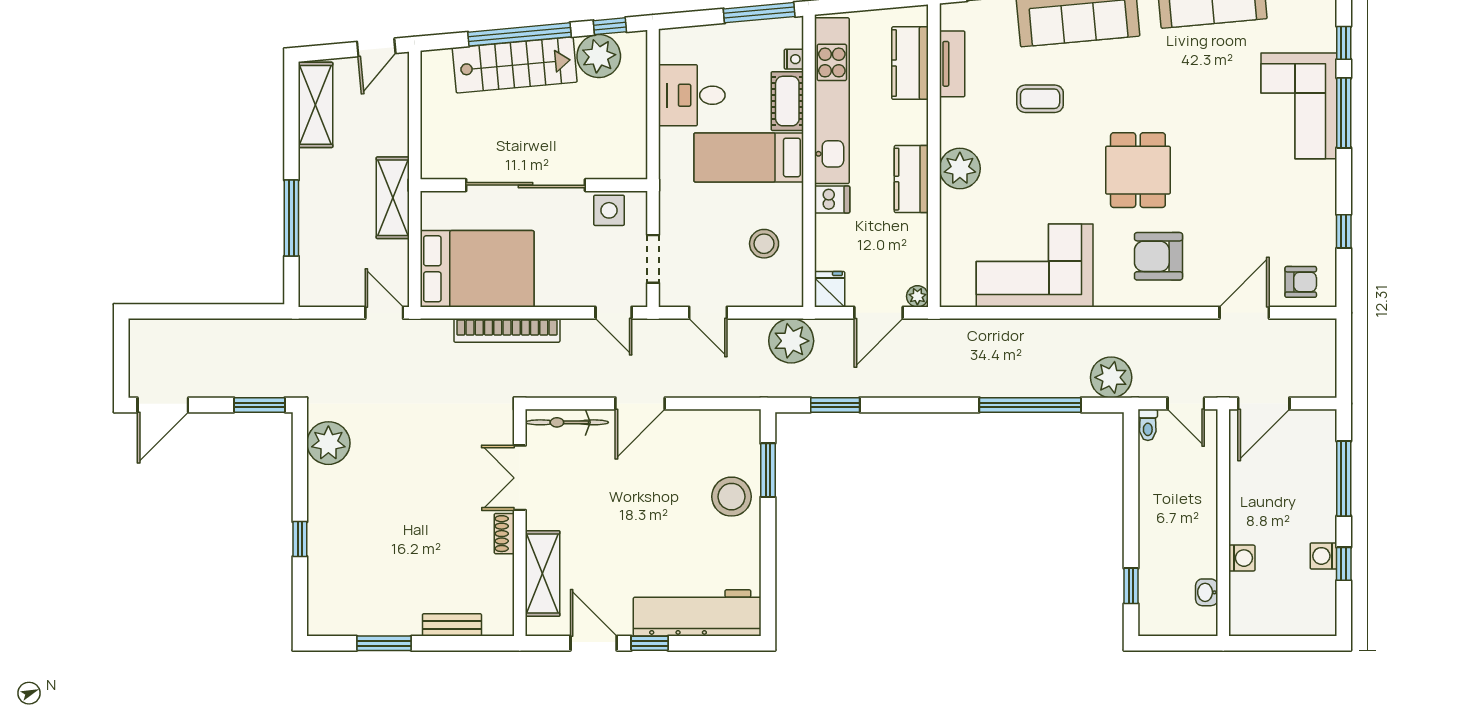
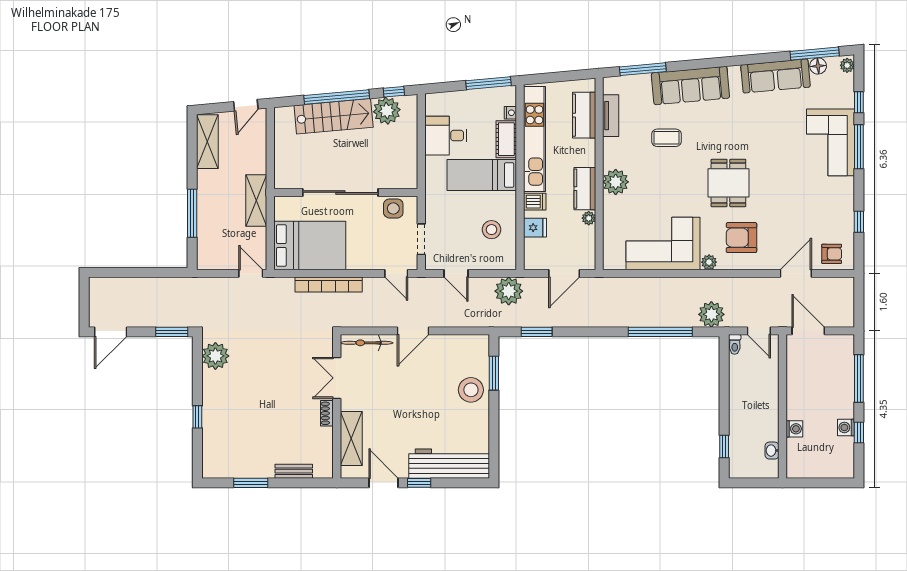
fridge: (830, 289) -> (535, 228), moved, turned 90
plant: (1107, 295) -> (709, 262), added
plant: (917, 296) -> (589, 218), moved
door: (1264, 404) -> (808, 331), swing flipped

